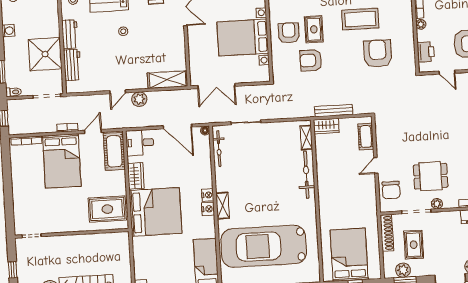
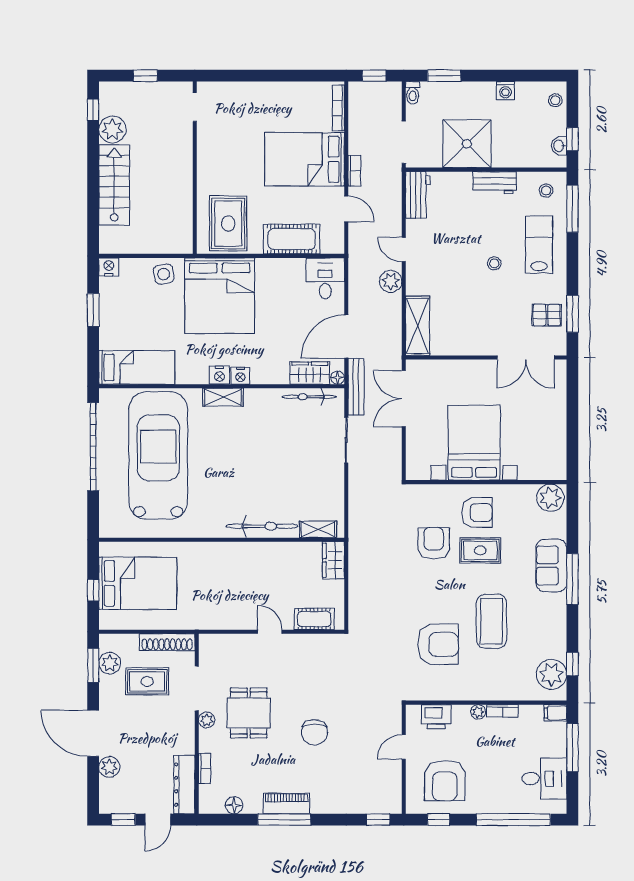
workbench: (72, 65) -> (418, 195), moved, turned -90
bench: (334, 111) -> (356, 387), moved
cot: (114, 151) -> (292, 239), moved
wardrobe: (136, 176) -> (310, 373), moved, turned 180
chair: (391, 190) -> (315, 732), moved, turned -90
side table: (143, 250) -> (164, 274), added

